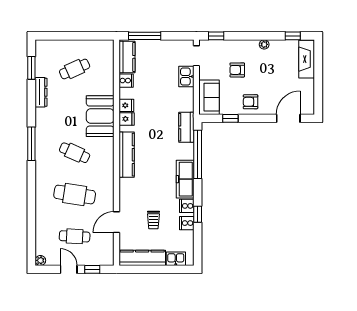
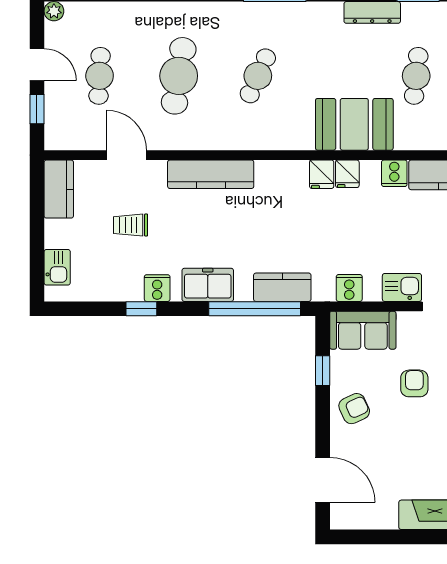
cafe table: (75, 69) -> (416, 76), turned 30
armchair: (250, 102) -> (354, 409), turned 65
booth: (100, 116) -> (354, 124), moved
kitchen counter: (186, 127) -> (282, 287), moved
kitchen counter: (127, 155) -> (211, 174), moved
freezer: (185, 179) -> (208, 285), width x0.71
cooker: (187, 223) -> (349, 288), moved
kitchen counter: (142, 258) -> (59, 189), width x0.67
door: (69, 269) -> (37, 65), hinge flipped

